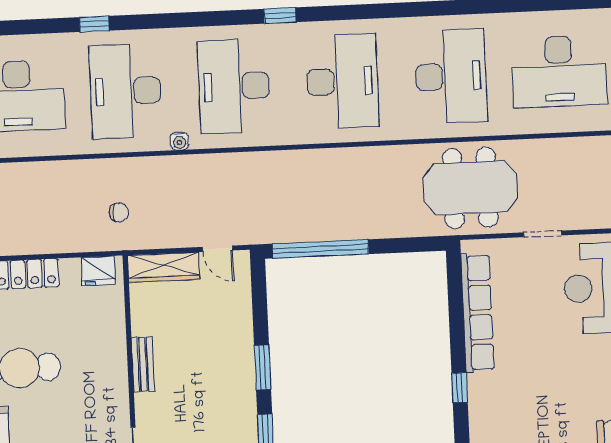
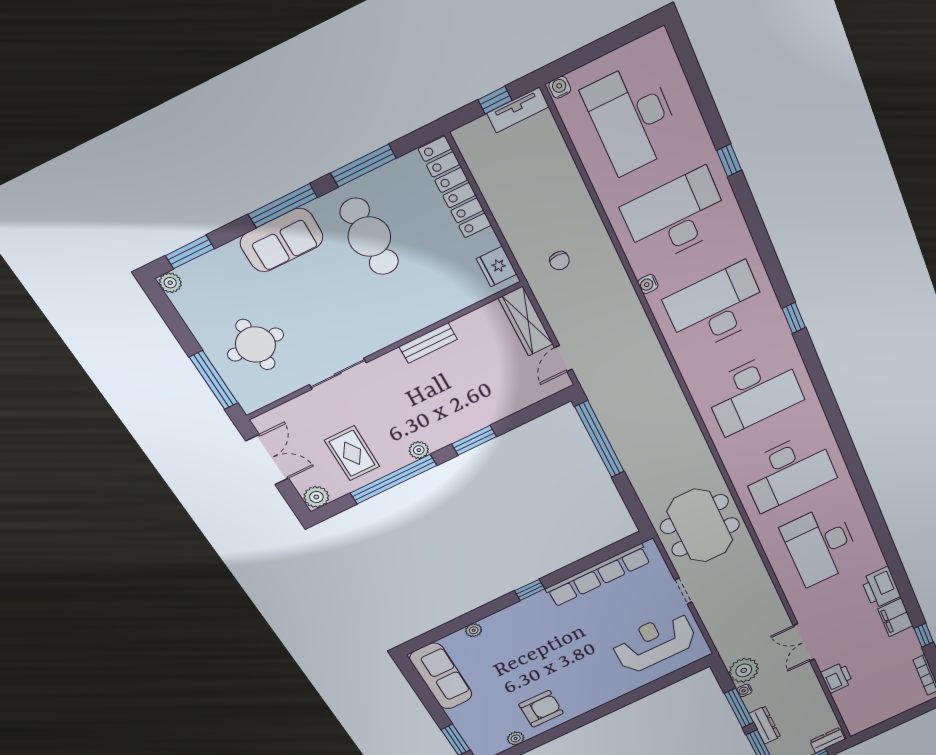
plant: (248, 423) -> (419, 450), added

